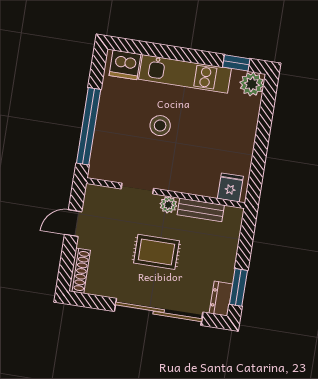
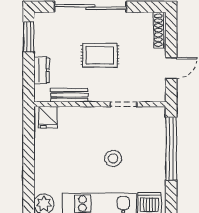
plant: (168, 205) -> (96, 95), removed
dresser: (221, 299) -> (41, 70), moved

